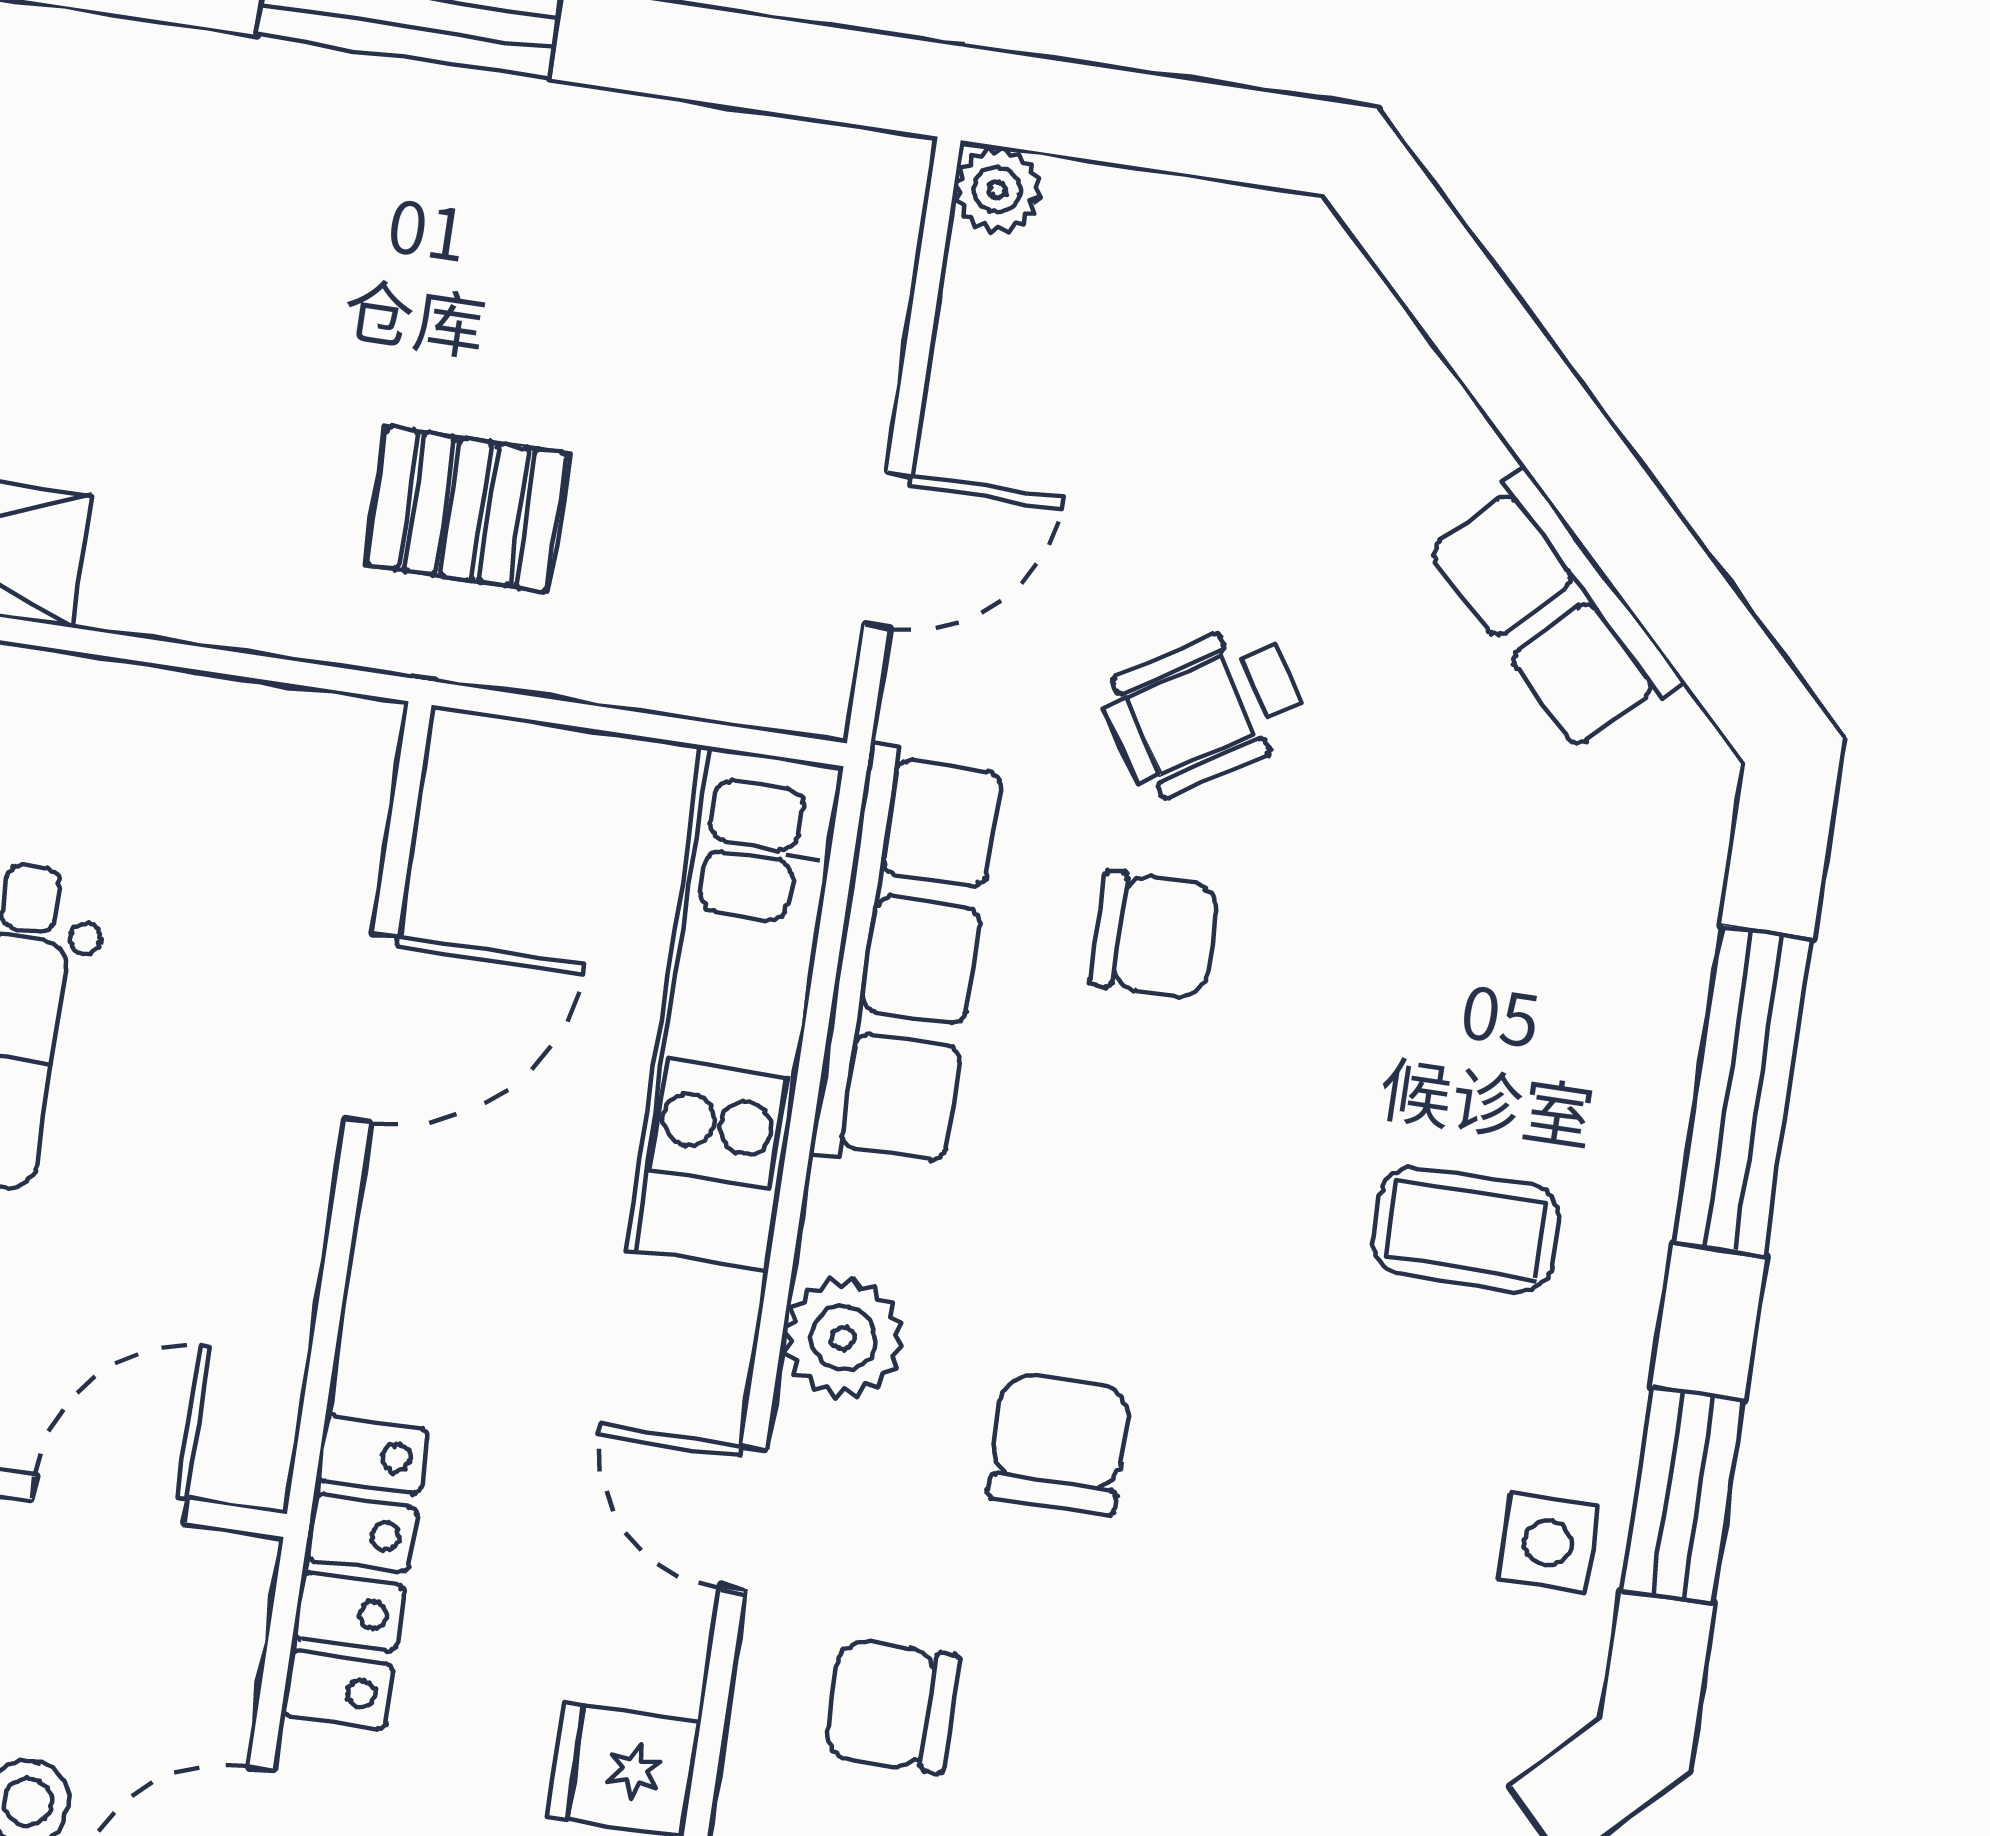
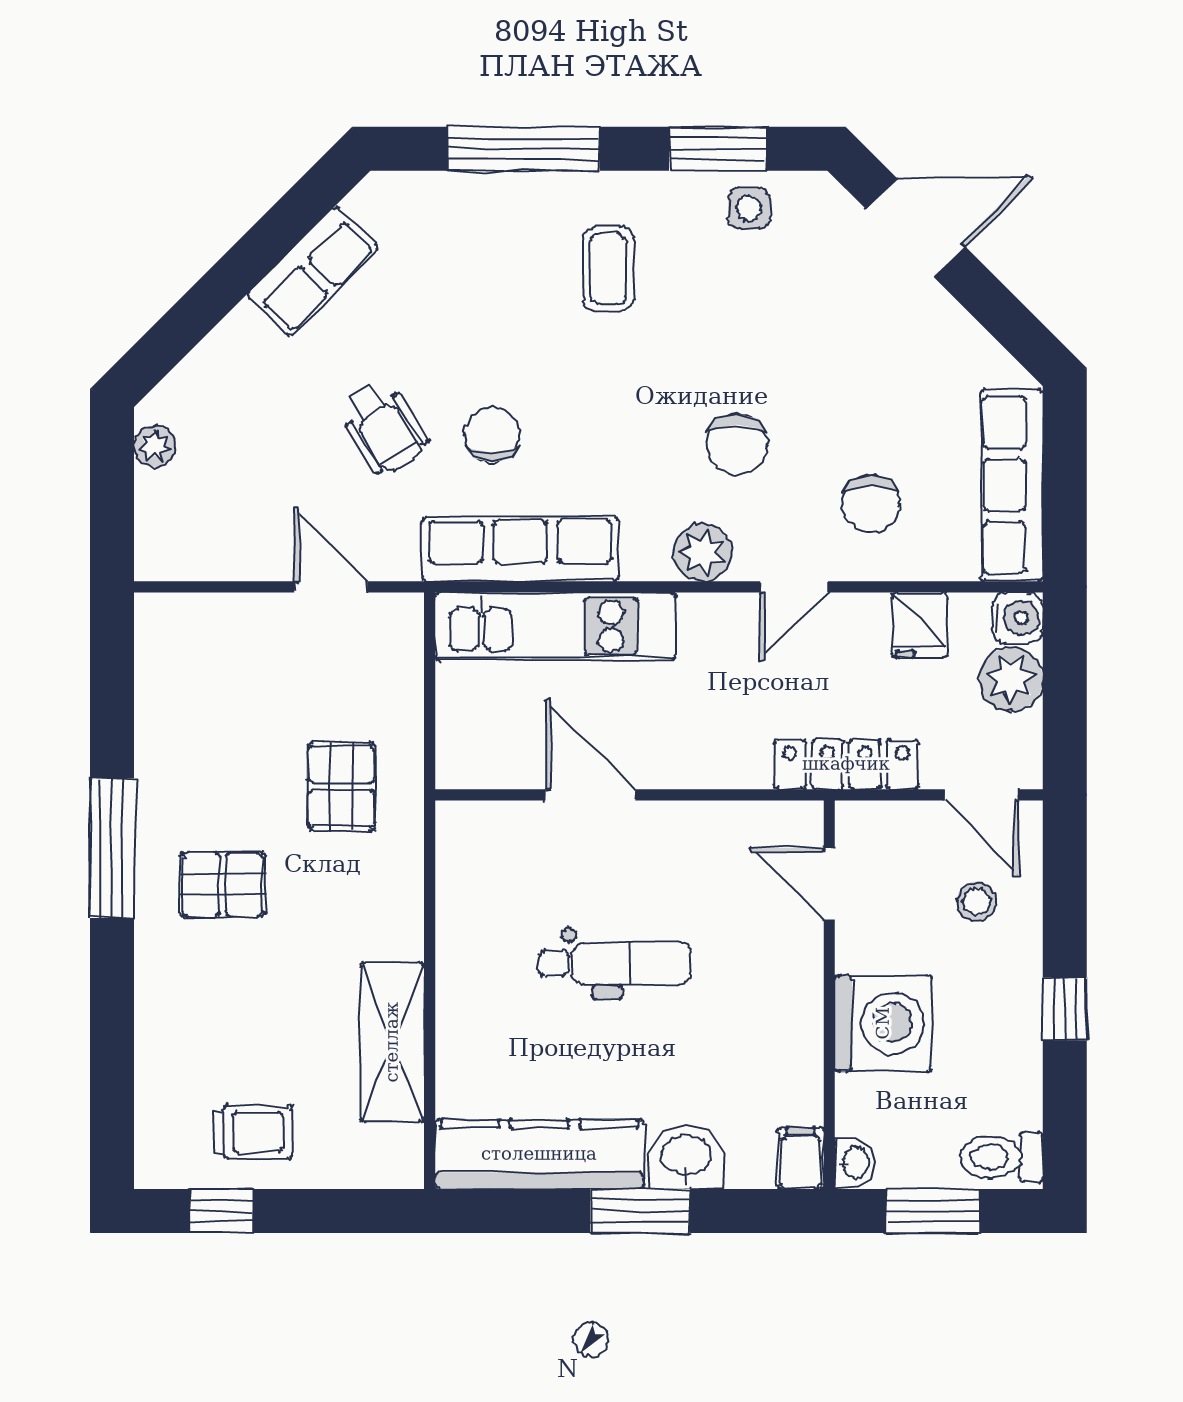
plant: (997, 190) -> (155, 446), moved
pallet: (299, 230) -> (222, 884), added
chair: (1059, 1444) -> (737, 444), turned -90

